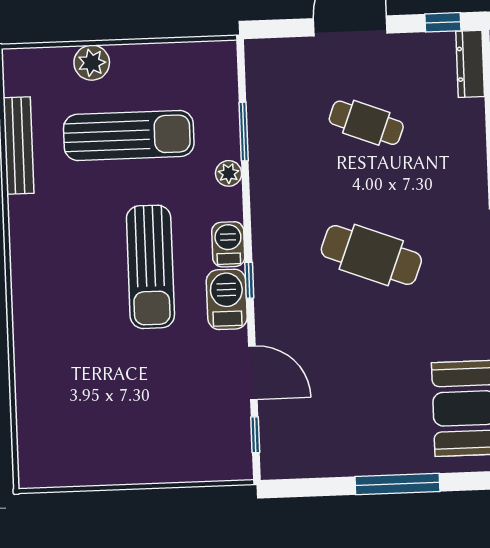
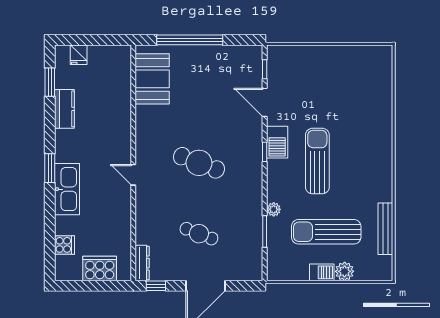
barbecue: (228, 244) -> (322, 272), moved, turned -90
window: (397, 484) -> (190, 40), width x1.46

